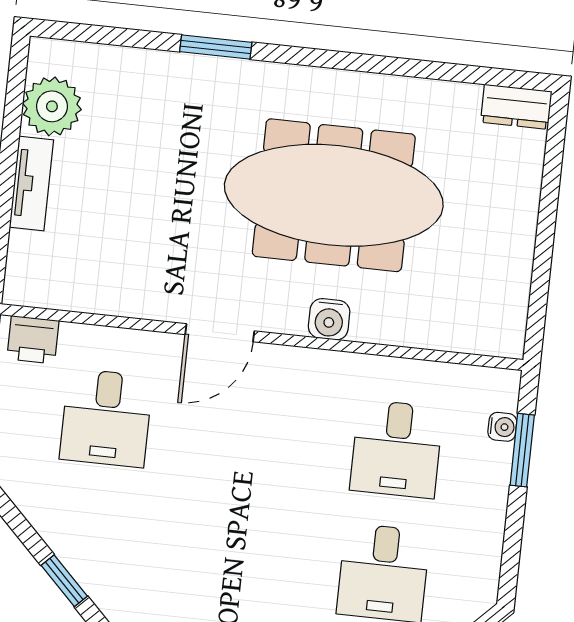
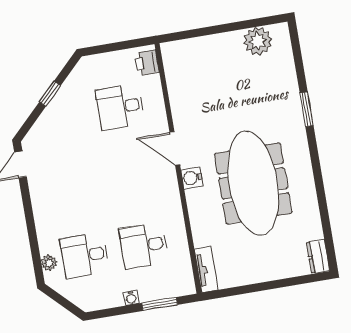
tv unit: (31, 183) -> (206, 270), moved, turned -90
water cooler: (329, 319) -> (192, 178), moved
water cooler: (502, 427) -> (131, 298), moved
window: (64, 581) -> (50, 94), moved

